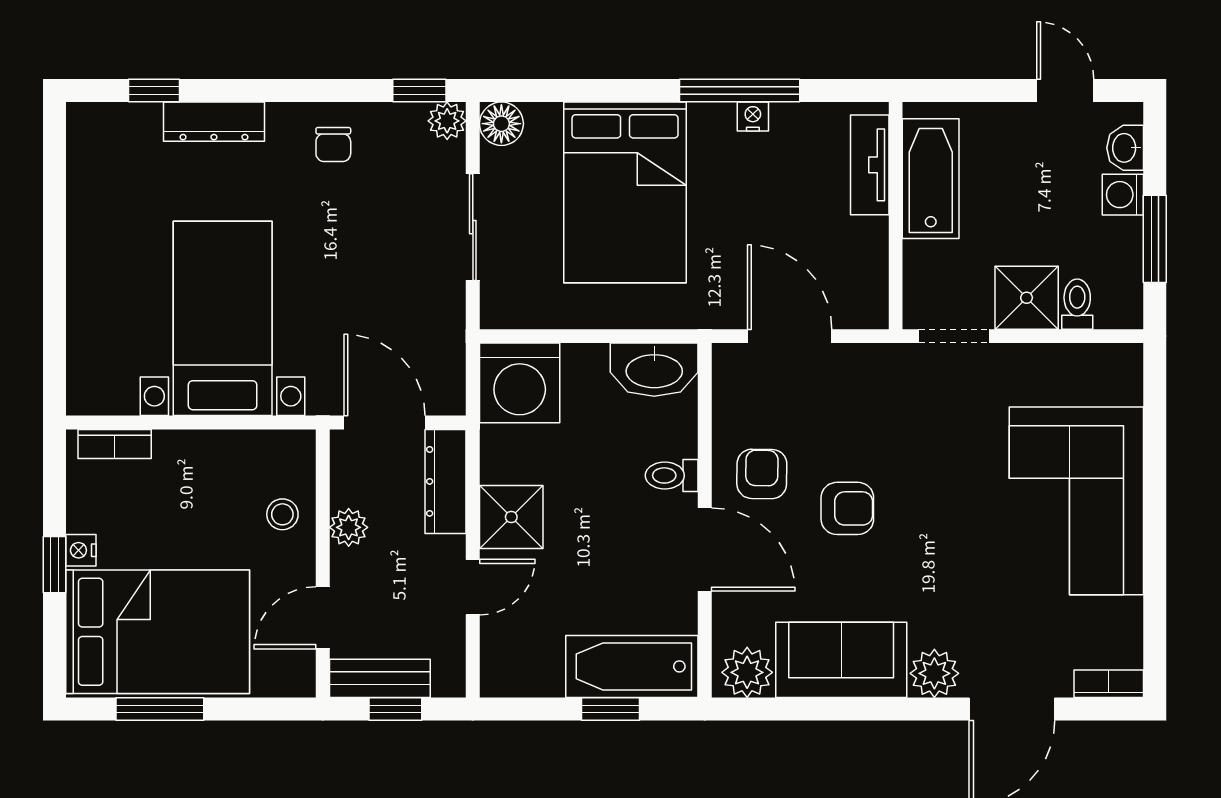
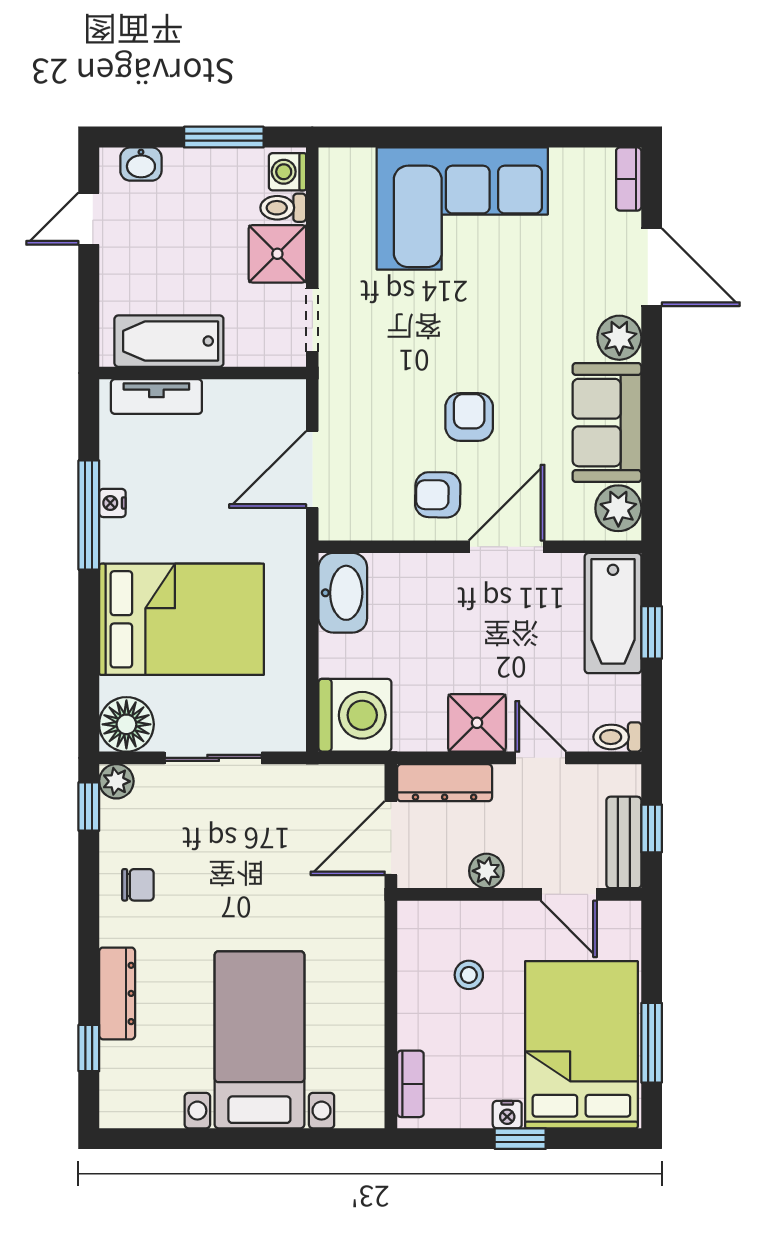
floor lamp: (501, 124) -> (126, 724), width x1.38, depth x1.38
washing machine: (1123, 195) -> (287, 172), moved, turned 90
bed with nightstands: (223, 318) -> (259, 1040), moved, turned 90
toilet: (672, 475) -> (617, 737), moved, turned 90
stool: (282, 514) -> (469, 975), moved

